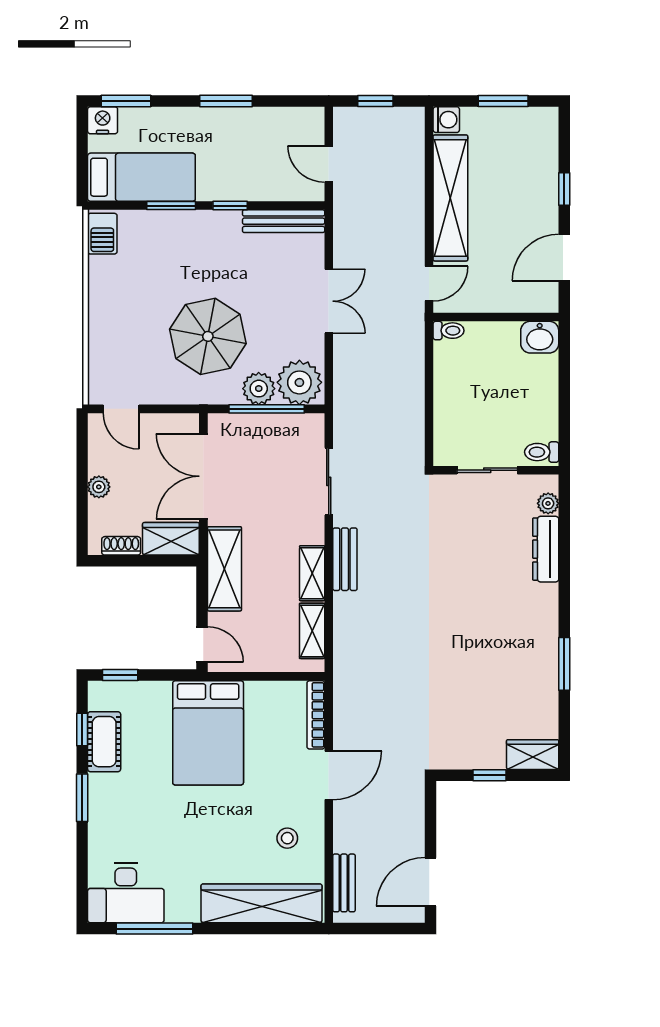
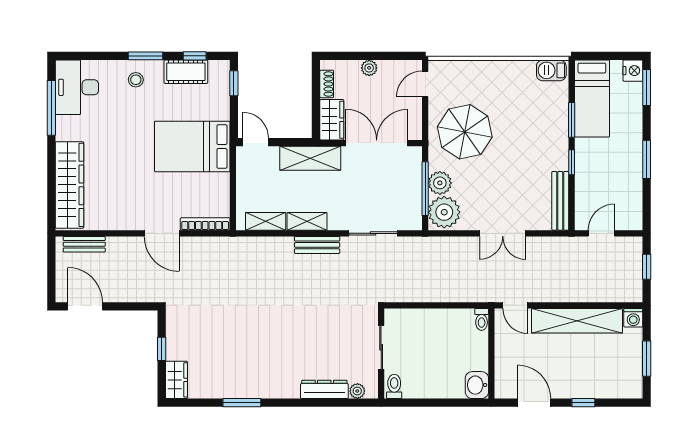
parasol: (208, 336) -> (465, 132), moved
door: (202, 645) -> (256, 142), swing flipped
stool: (287, 838) -> (136, 80), moved

